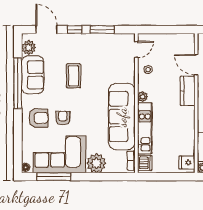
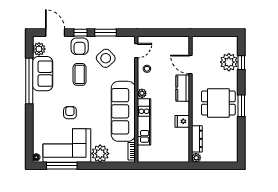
side table: (102, 58) -> (106, 58), added
armchair: (38, 118) -> (80, 46), moved, turned 90
fridge: (187, 162) -> (182, 121), moved
dishwasher: (145, 163) -> (144, 153), removed

